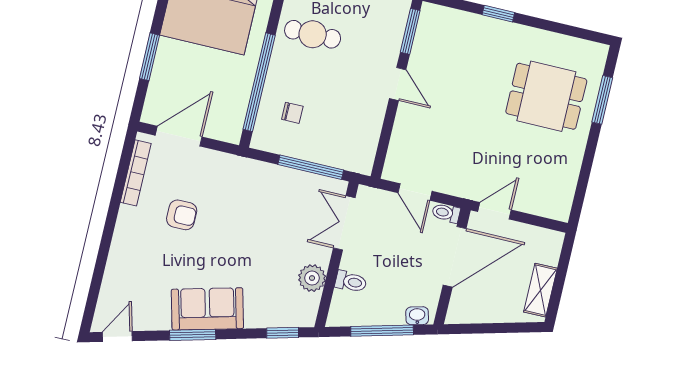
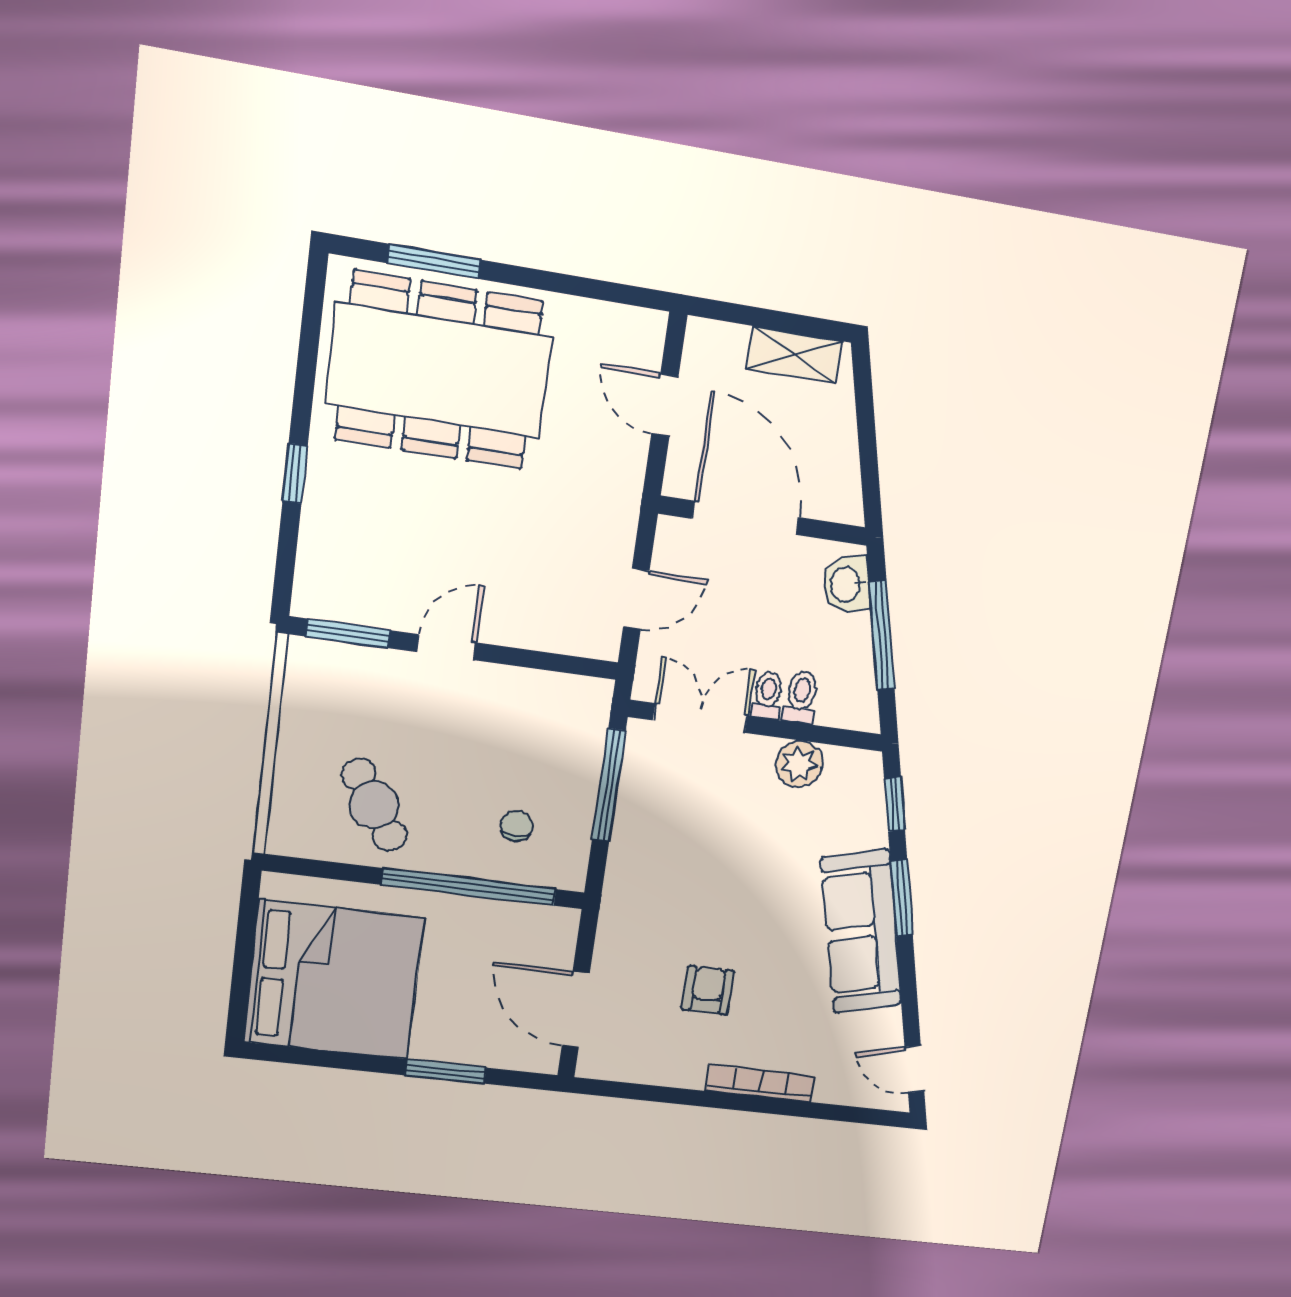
cafe table: (313, 34) -> (374, 805), turned -33
dining table: (546, 96) -> (439, 370), width x1.88, depth x1.24
bookcase: (136, 173) -> (761, 1084), moved
door: (494, 211) -> (665, 405), moved
toilet: (446, 213) -> (768, 695), moved, turned 180
double door: (344, 223) -> (700, 718), swing flipped
sofa: (207, 309) -> (861, 932), width x1.36
washbasin: (417, 316) -> (847, 584), width x1.38, depth x1.45
window: (193, 335) -> (902, 898), moved

